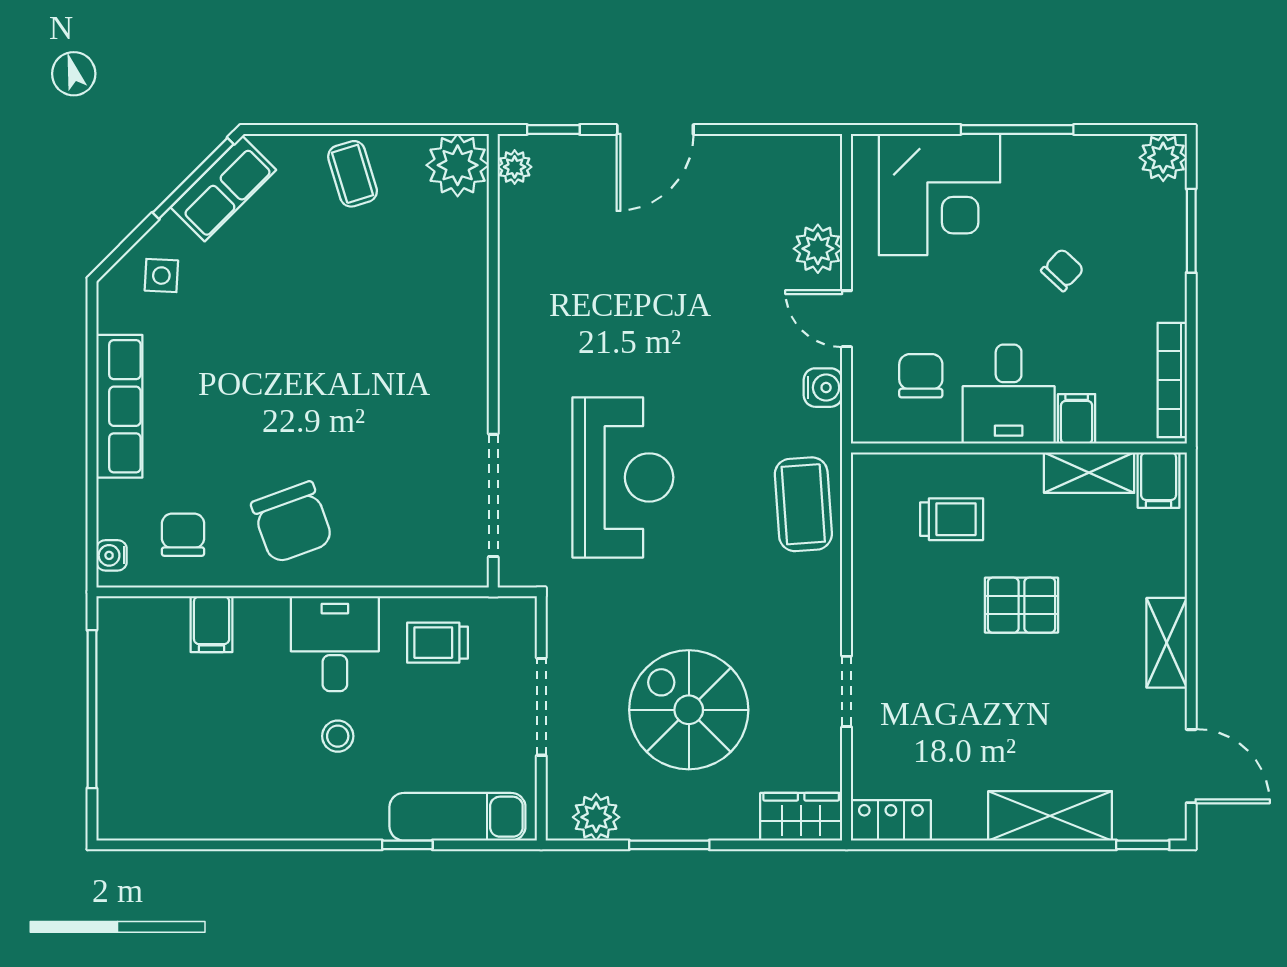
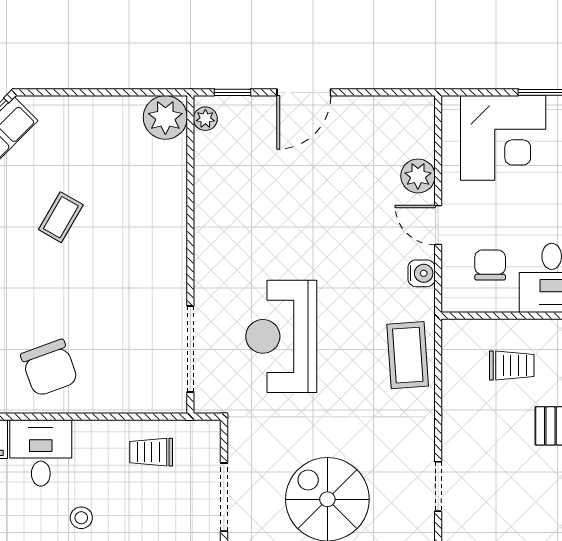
coffee table: (353, 174) -> (61, 217), moved, turned 47
reception desk: (623, 477) -> (281, 336), turned 180
desk: (335, 644) -> (41, 453), moved

